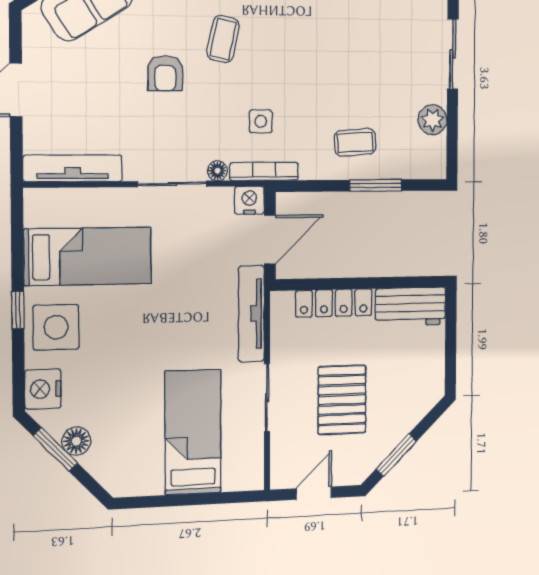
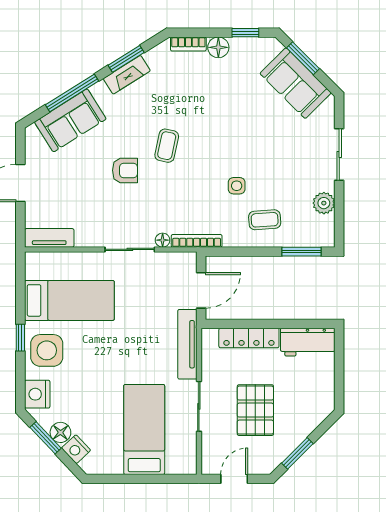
armchair: (165, 73) -> (125, 170), turned -90
side table: (261, 121) -> (237, 186), moved
tv unit: (73, 168) -> (49, 238), width x0.71
window: (375, 185) -> (302, 252), moved
nightstand: (249, 200) -> (76, 449), moved, turned -133

